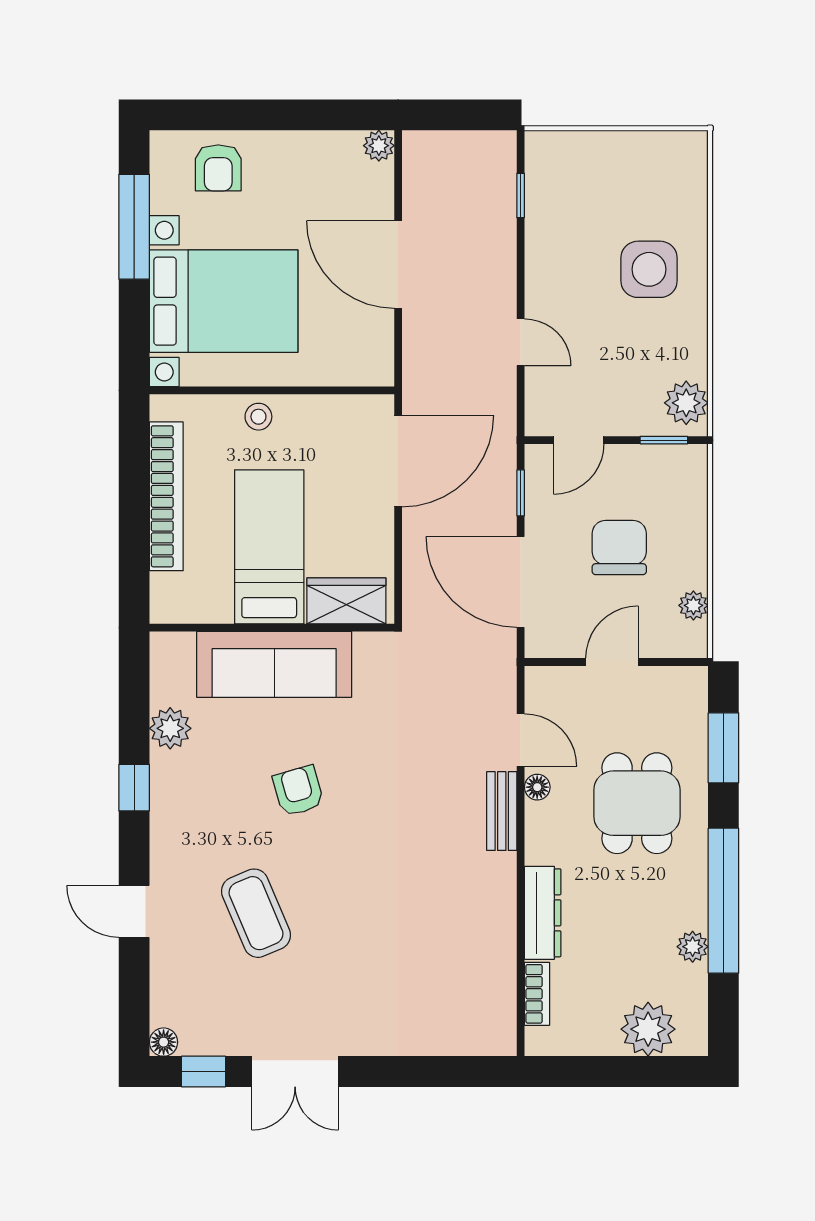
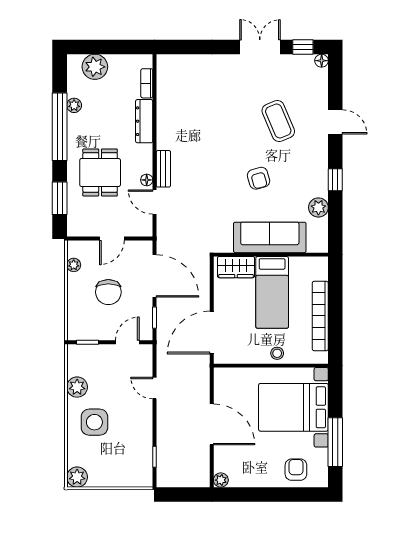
plant: (686, 152) -> (77, 477), added
plant: (686, 403) -> (77, 387), moved

